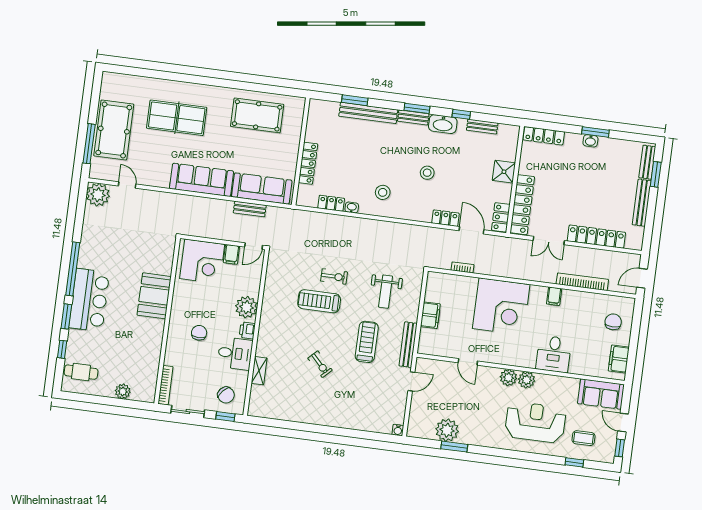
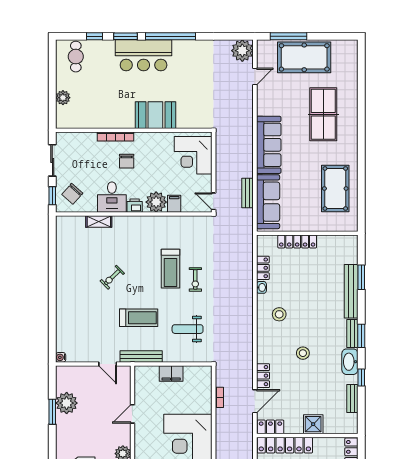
filing cabinet: (231, 254) -> (174, 204), moved, turned 90
treadmill: (319, 301) -> (171, 269), turned 180
chair: (199, 333) -> (127, 161), turned 90
bookcase: (166, 385) -> (116, 136), moved

